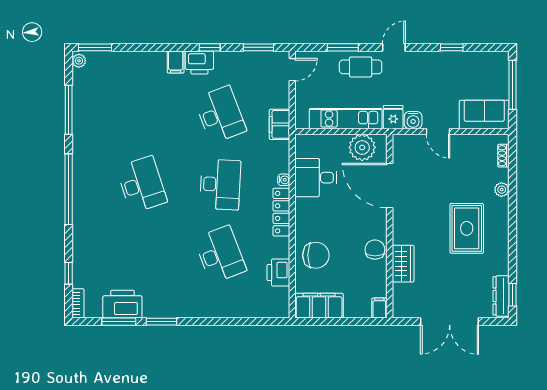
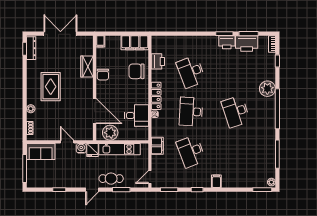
printer: (199, 63) -> (227, 42), moved, turned 180
plant: (86, 225) -> (267, 89), added

